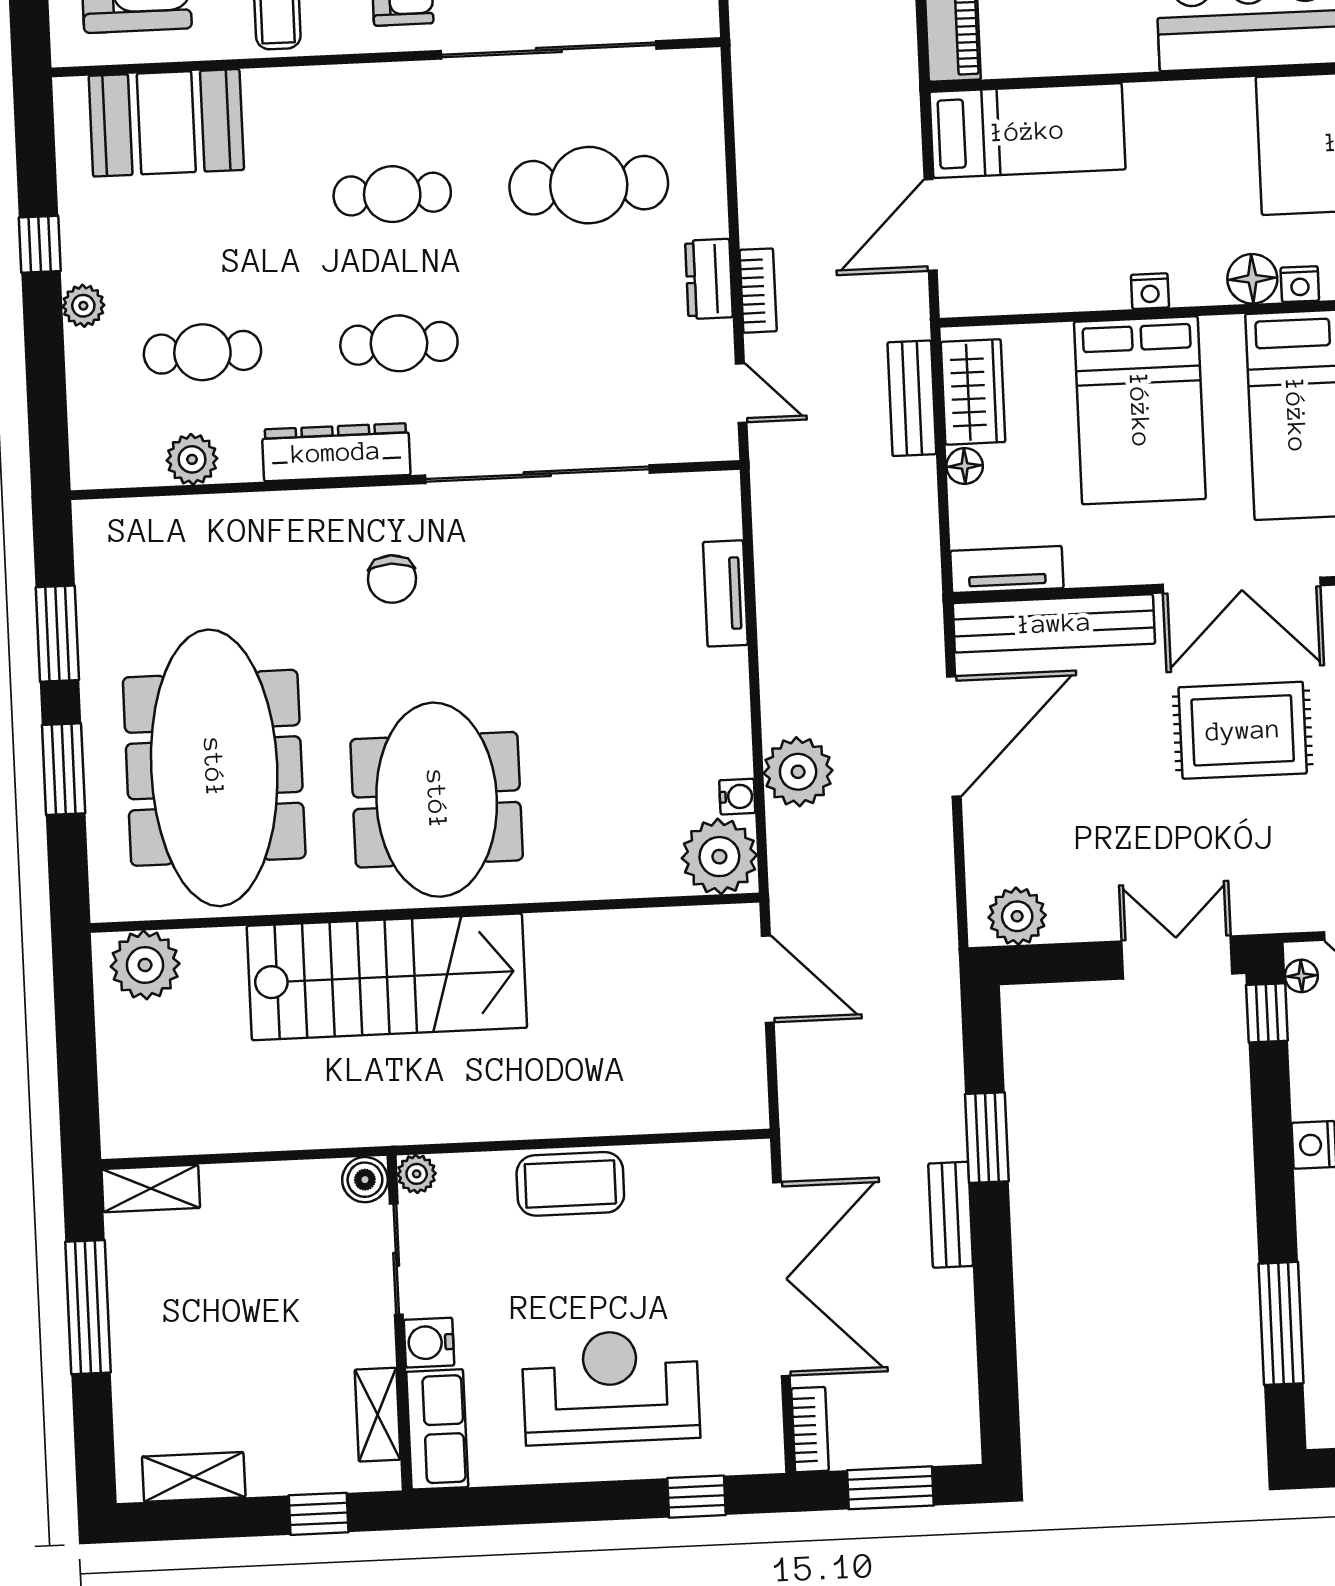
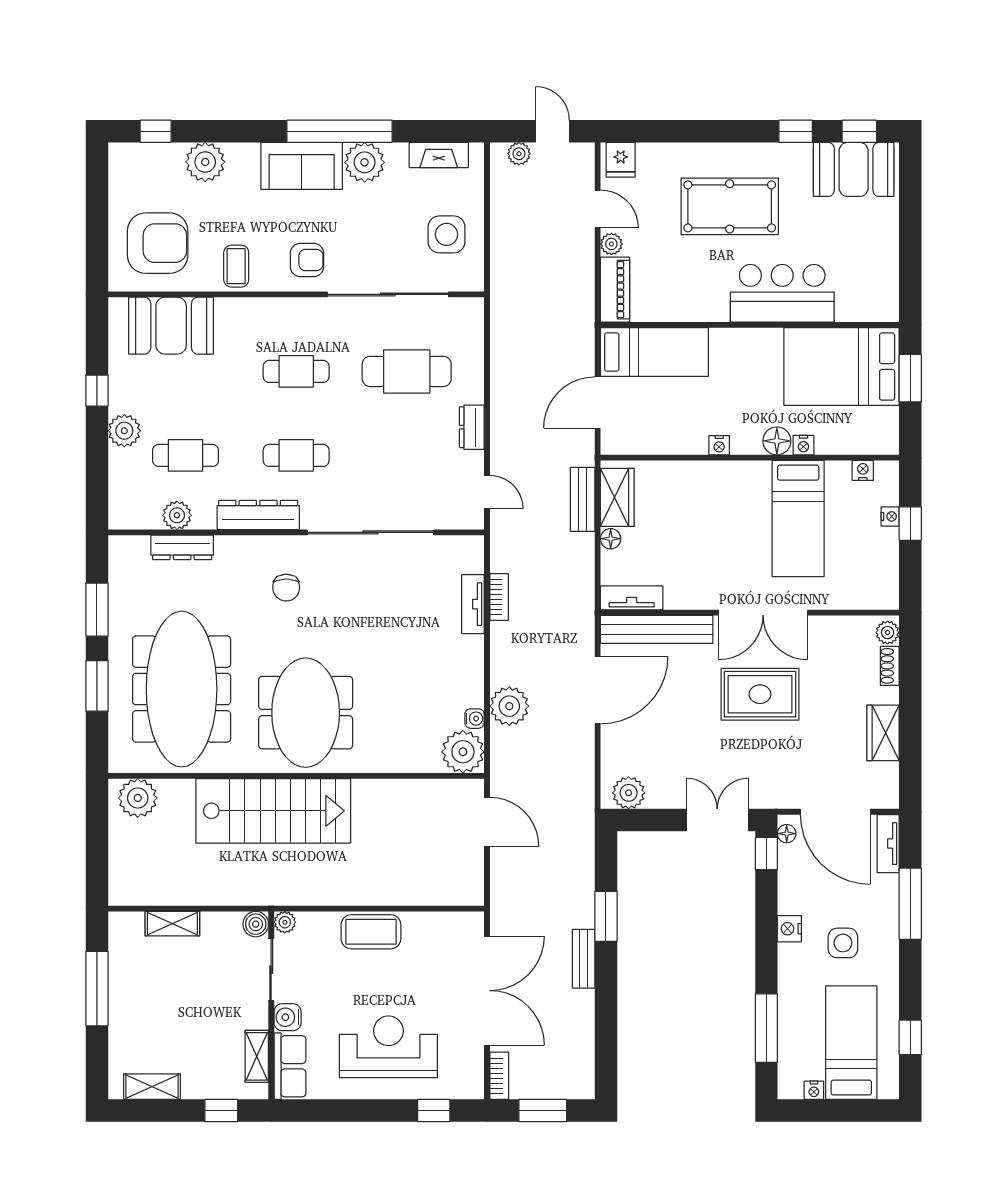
bookcase: (758, 291) -> (499, 597), moved
plant: (83, 306) -> (124, 431), width x1.38, depth x1.38
bed: (1140, 410) -> (710, 512), removed
dresser: (204, 516) -> (182, 547), added
shelving: (151, 1188) -> (172, 924), moved

